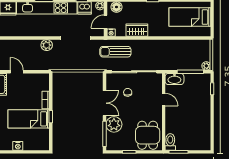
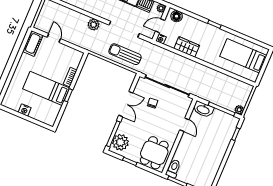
sun lounger: (115, 52) -> (125, 54), moved
plant: (114, 124) -> (120, 142), moved

